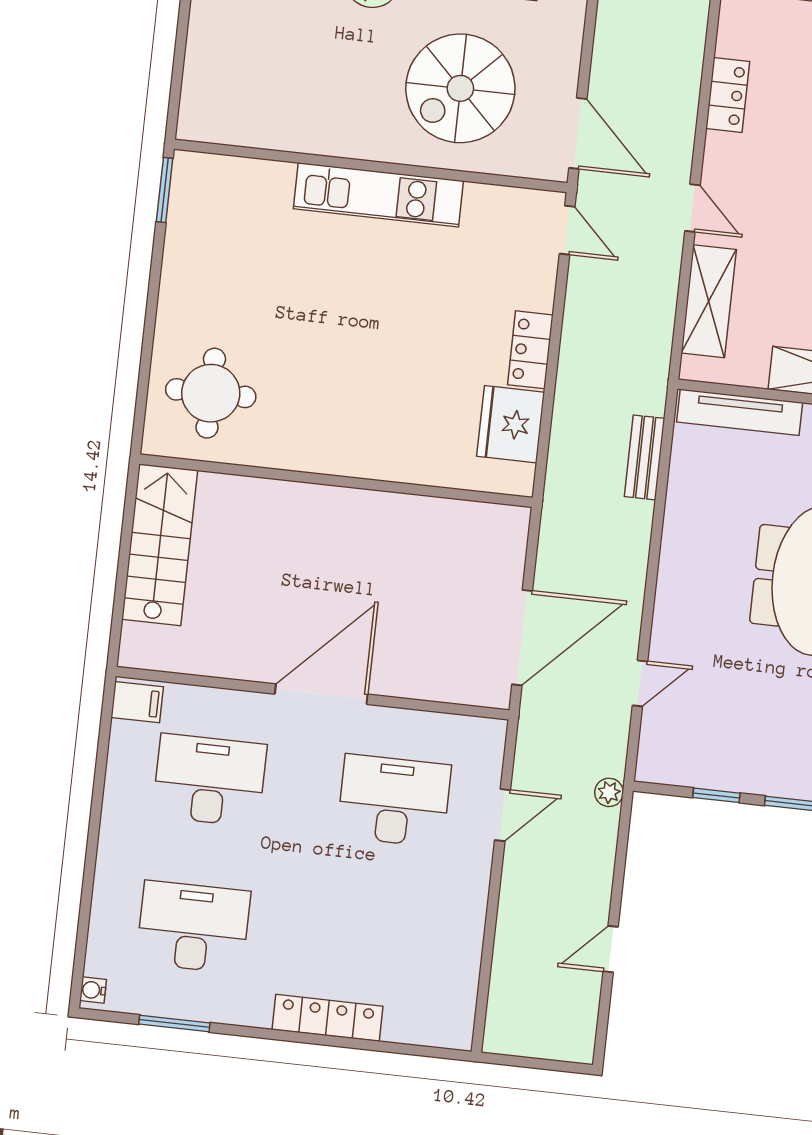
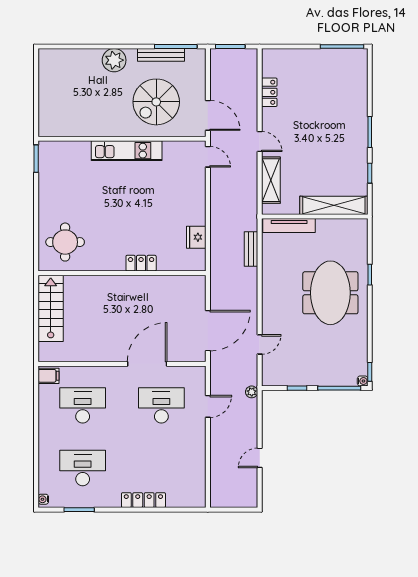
locker: (530, 350) -> (141, 263), moved, turned 90
fridge: (511, 424) -> (196, 237), width x0.73, depth x0.75
door: (321, 694) -> (147, 364), moved

